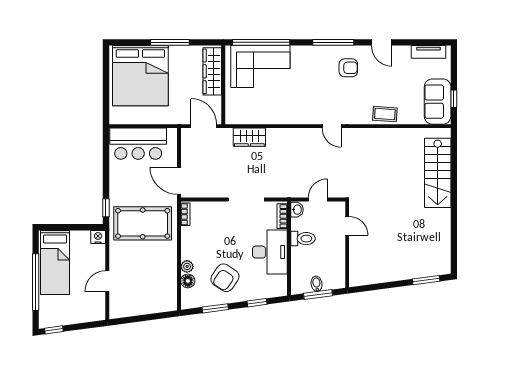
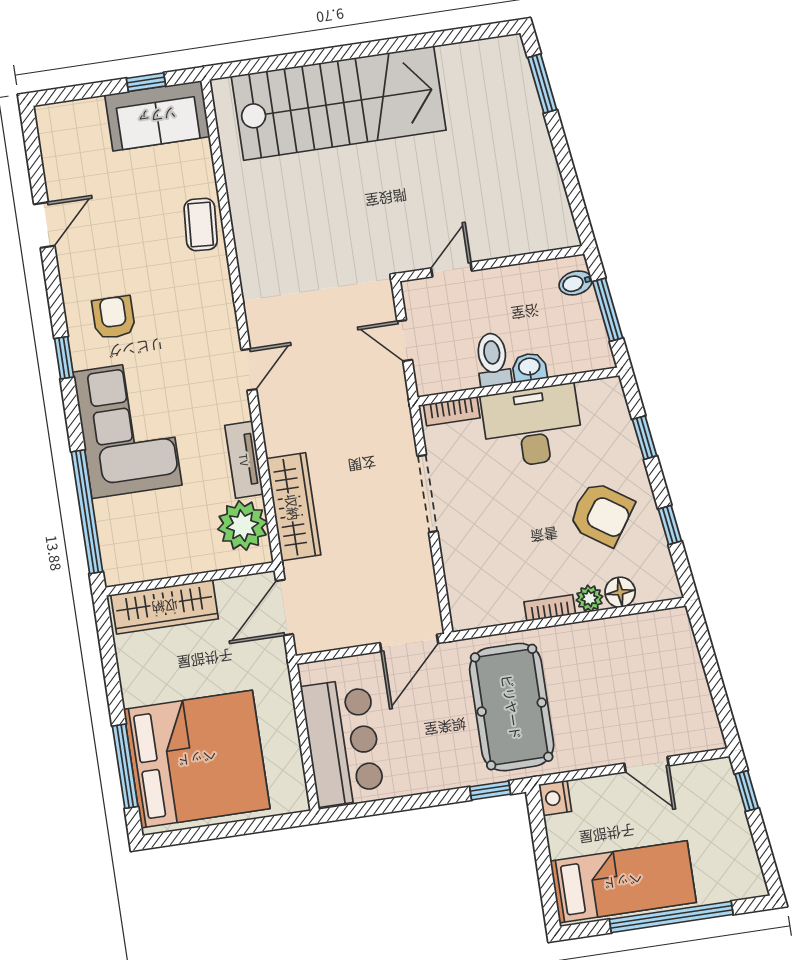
window: (170, 42) -> (125, 766), moved
window: (333, 42) -> (64, 358), width x0.46
door: (382, 42) -> (44, 225), moved
tv unit: (428, 52) -> (244, 460), moved, turned 180
corner sofa: (260, 67) -> (127, 429), moved
plant: (244, 113) -> (243, 526), added
door: (332, 126) -> (249, 370), moved
wardrobe: (249, 137) -> (293, 507), width x1.50
stairs: (438, 173) -> (339, 103), width x1.36, depth x1.51
washbasin: (297, 210) -> (529, 367), moved
bookcase: (185, 214) -> (550, 608), moved
bidet: (317, 284) -> (575, 283), moved
window: (215, 308) -> (670, 525), width x0.67
window: (54, 330) -> (747, 791), moved

